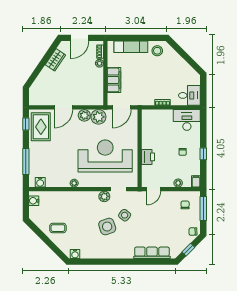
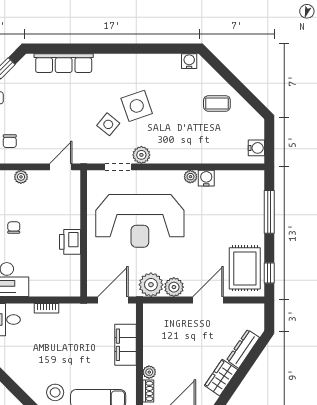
dresser: (42, 78) -> (243, 349), added
printer: (148, 157) -> (70, 242), moved
water cooler: (40, 182) -> (206, 178), moved

